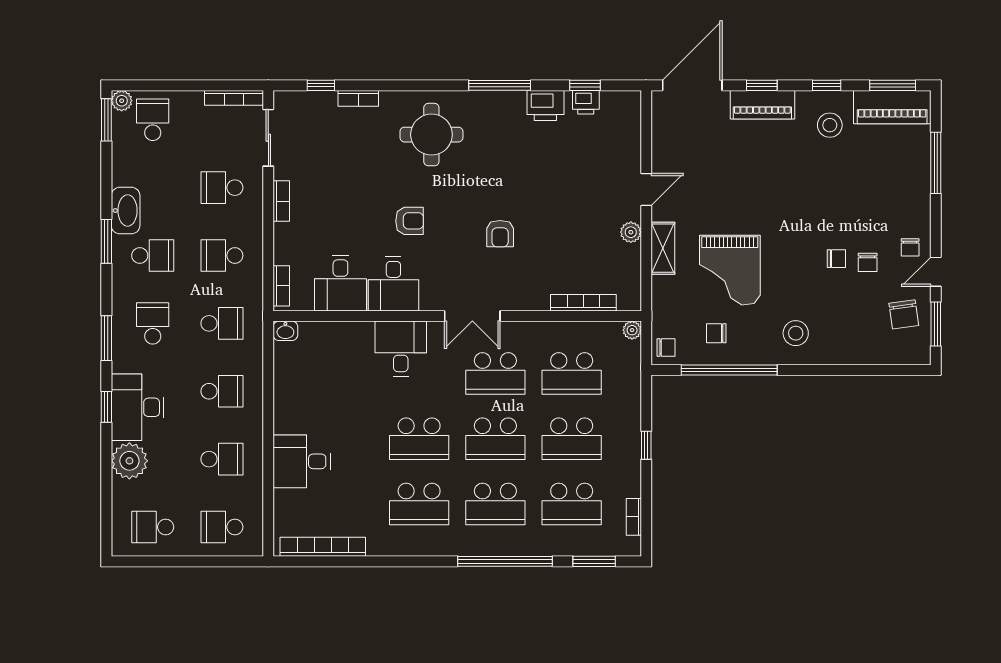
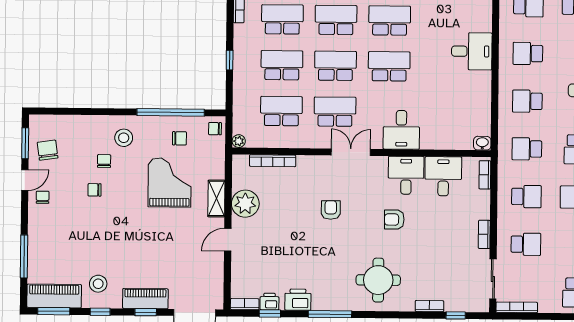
bookcase: (621, 98) -> (245, 304), added
plant: (631, 232) -> (245, 204), width x1.87, depth x1.87
chair: (868, 262) -> (104, 161), moved

